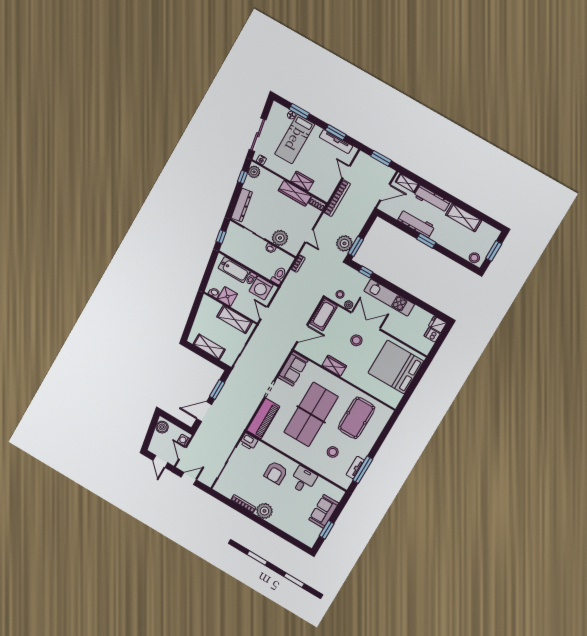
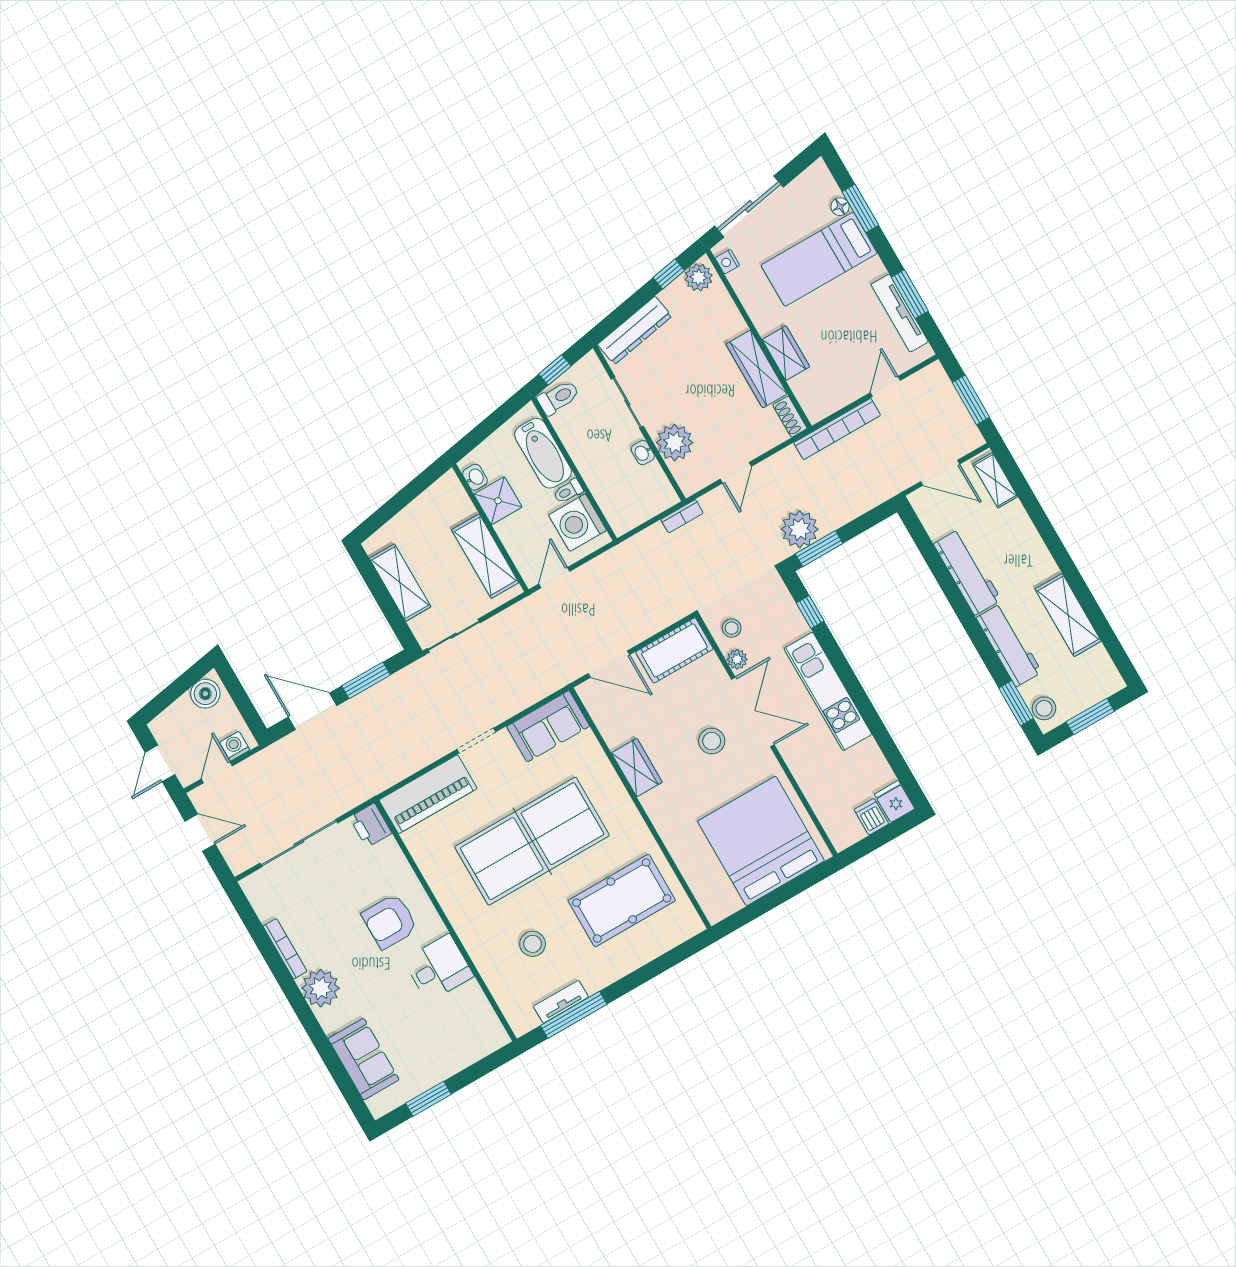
workbench: (432, 199) -> (1009, 645), moved, turned 180
window: (426, 241) -> (1016, 703), moved
toilet: (279, 276) -> (558, 397), moved
sofa: (324, 511) -> (364, 1059), moved, turned 90

